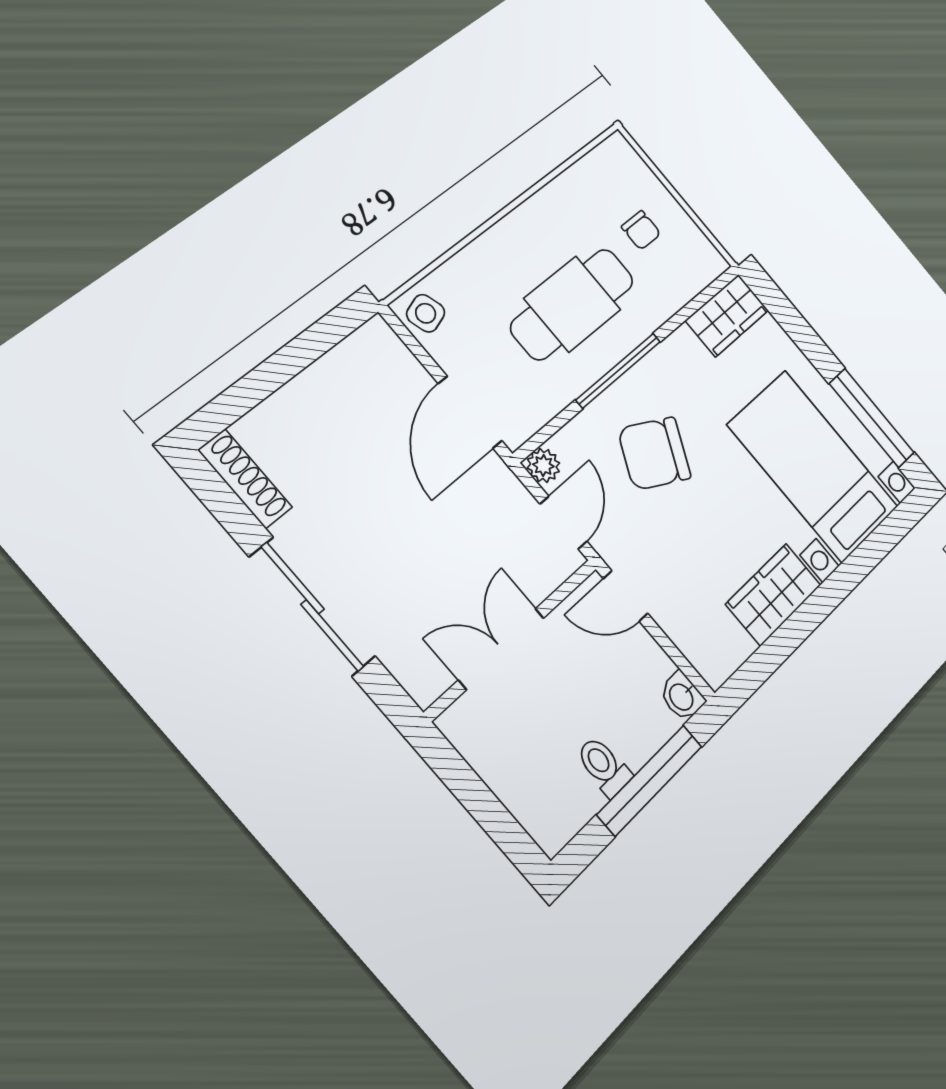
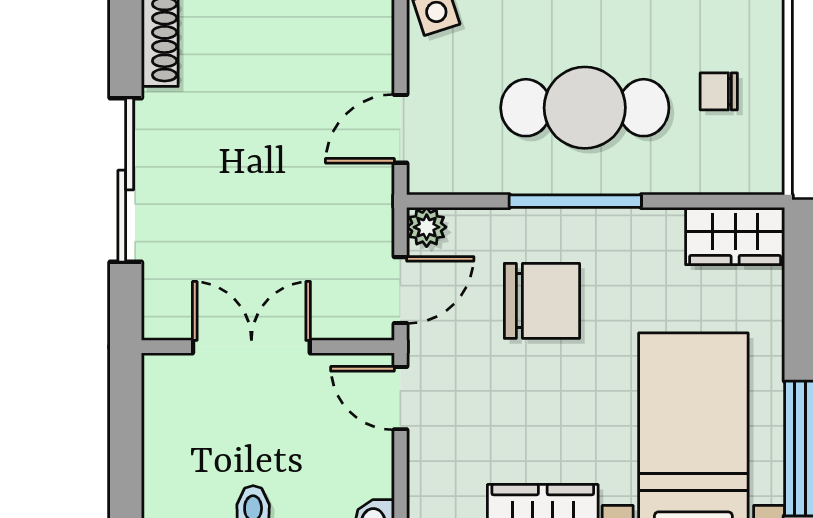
chair: (641, 230) -> (719, 91), turned 90
door: (470, 412) -> (400, 129), width x0.73
chair: (654, 453) -> (542, 301), turned 153

